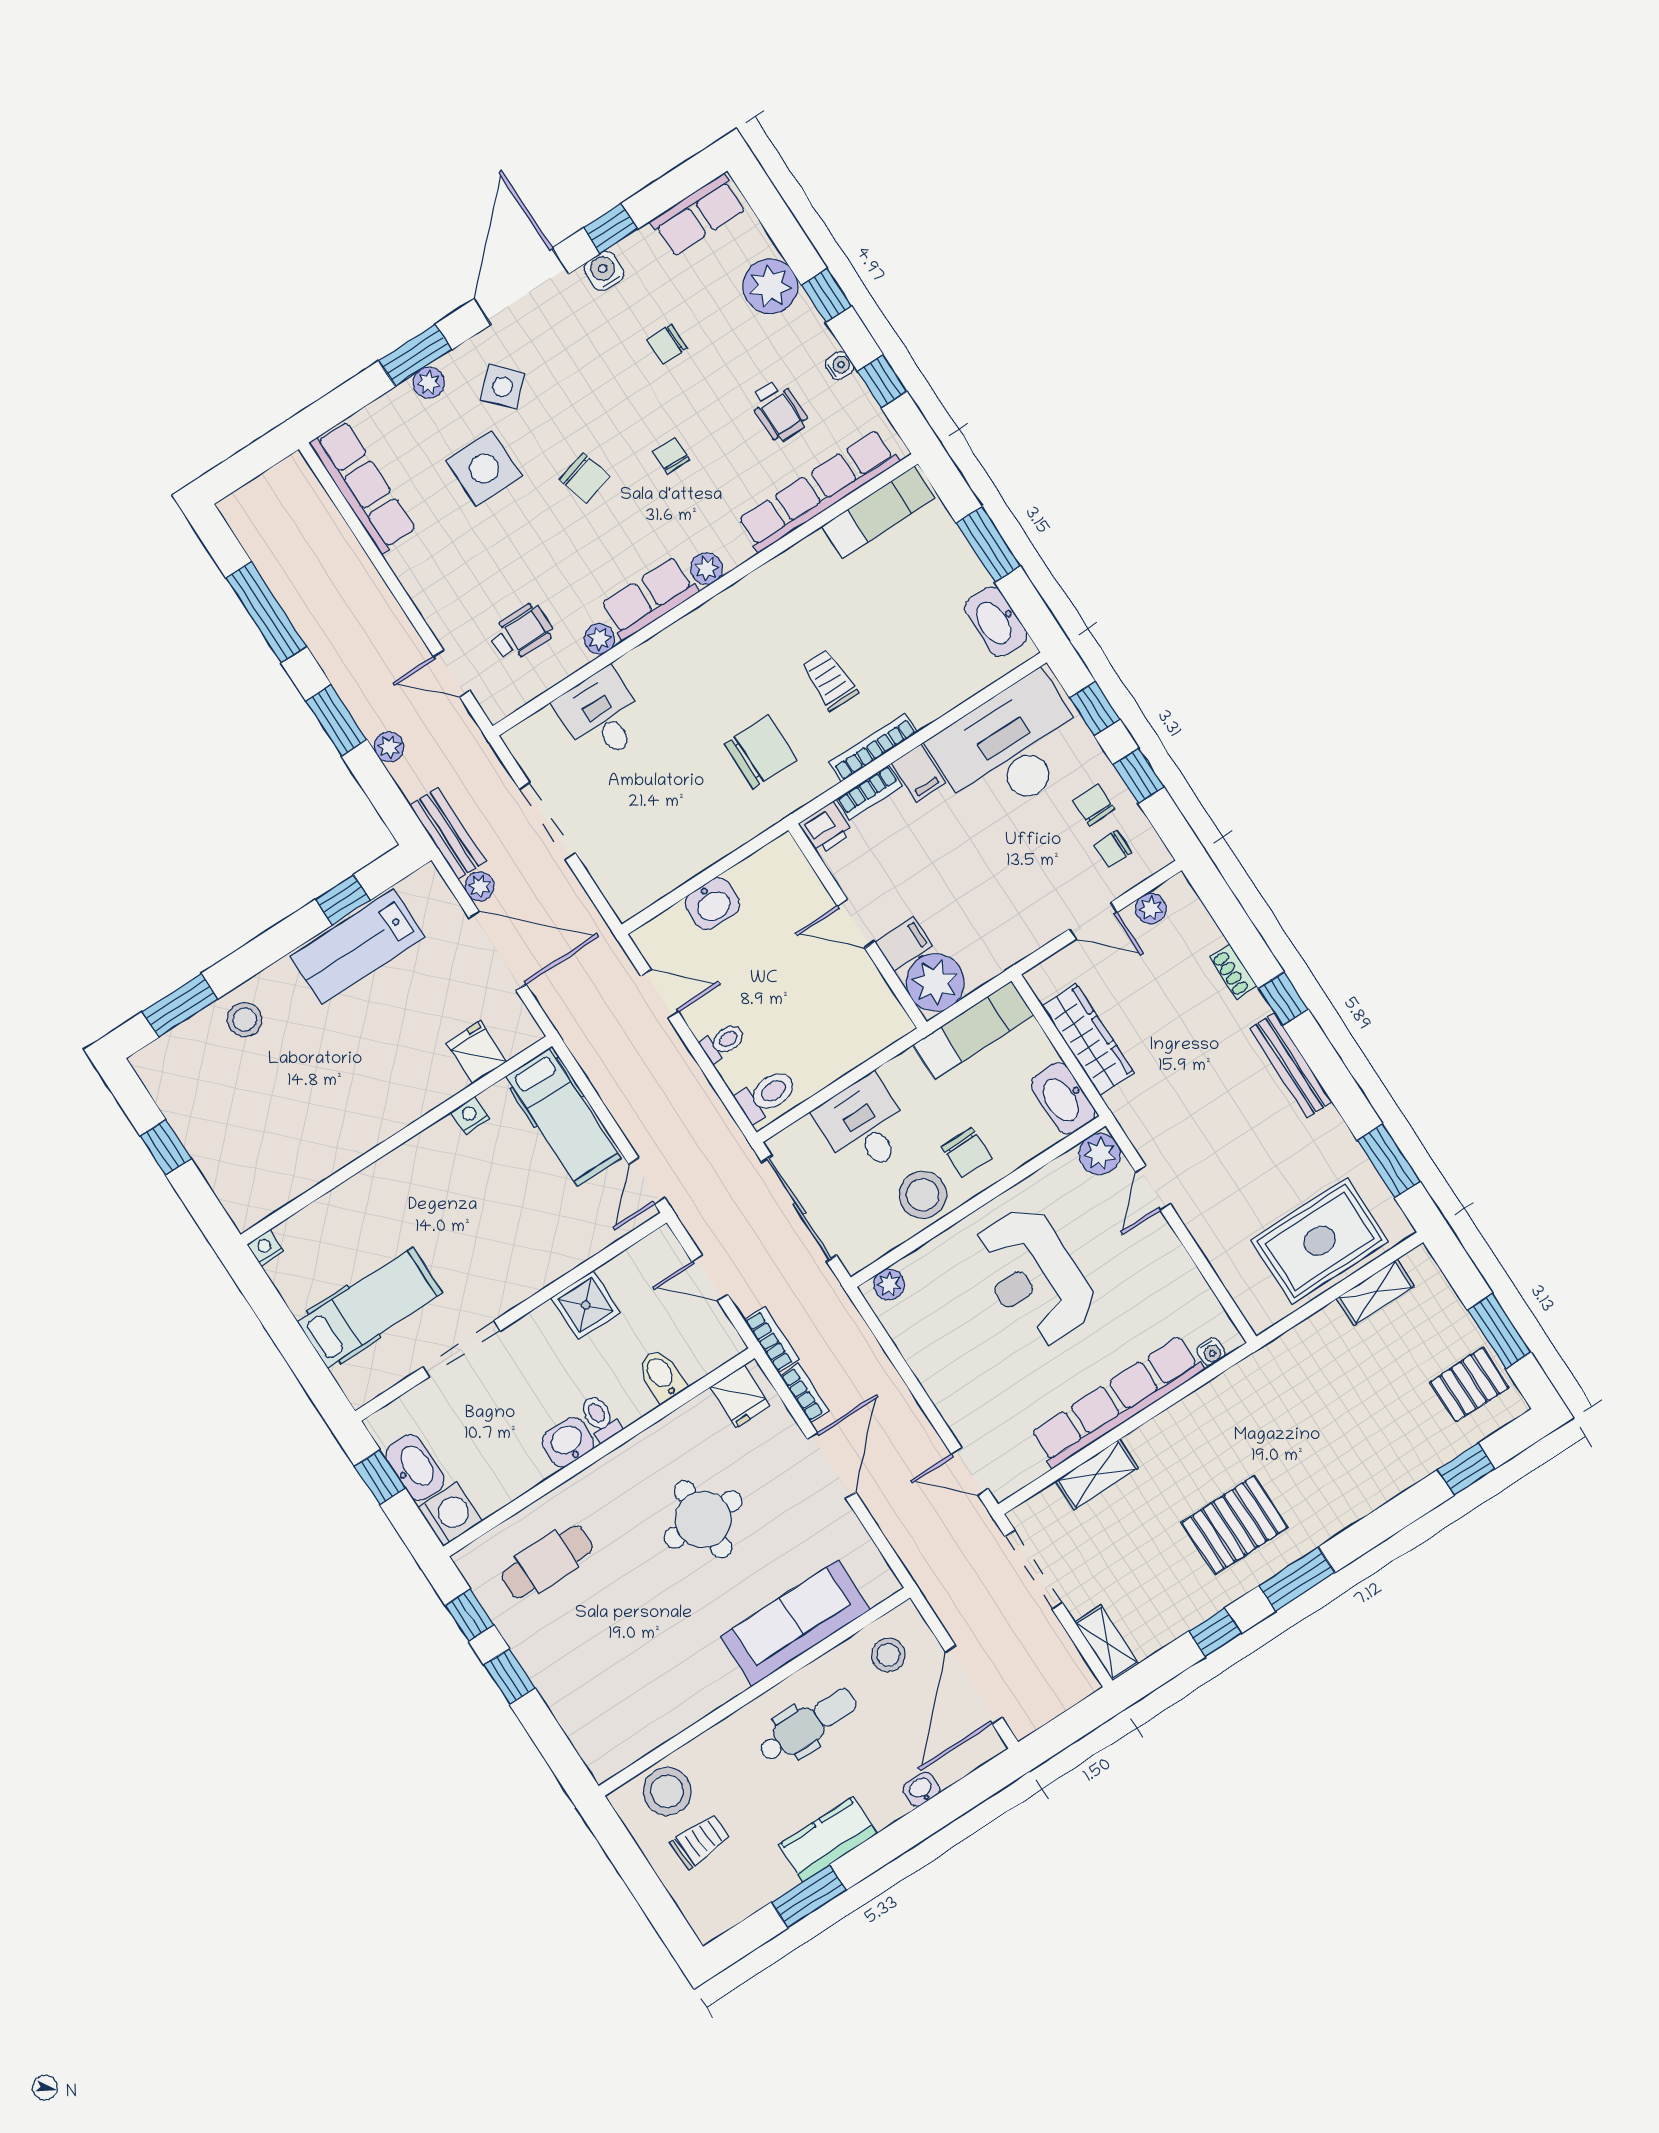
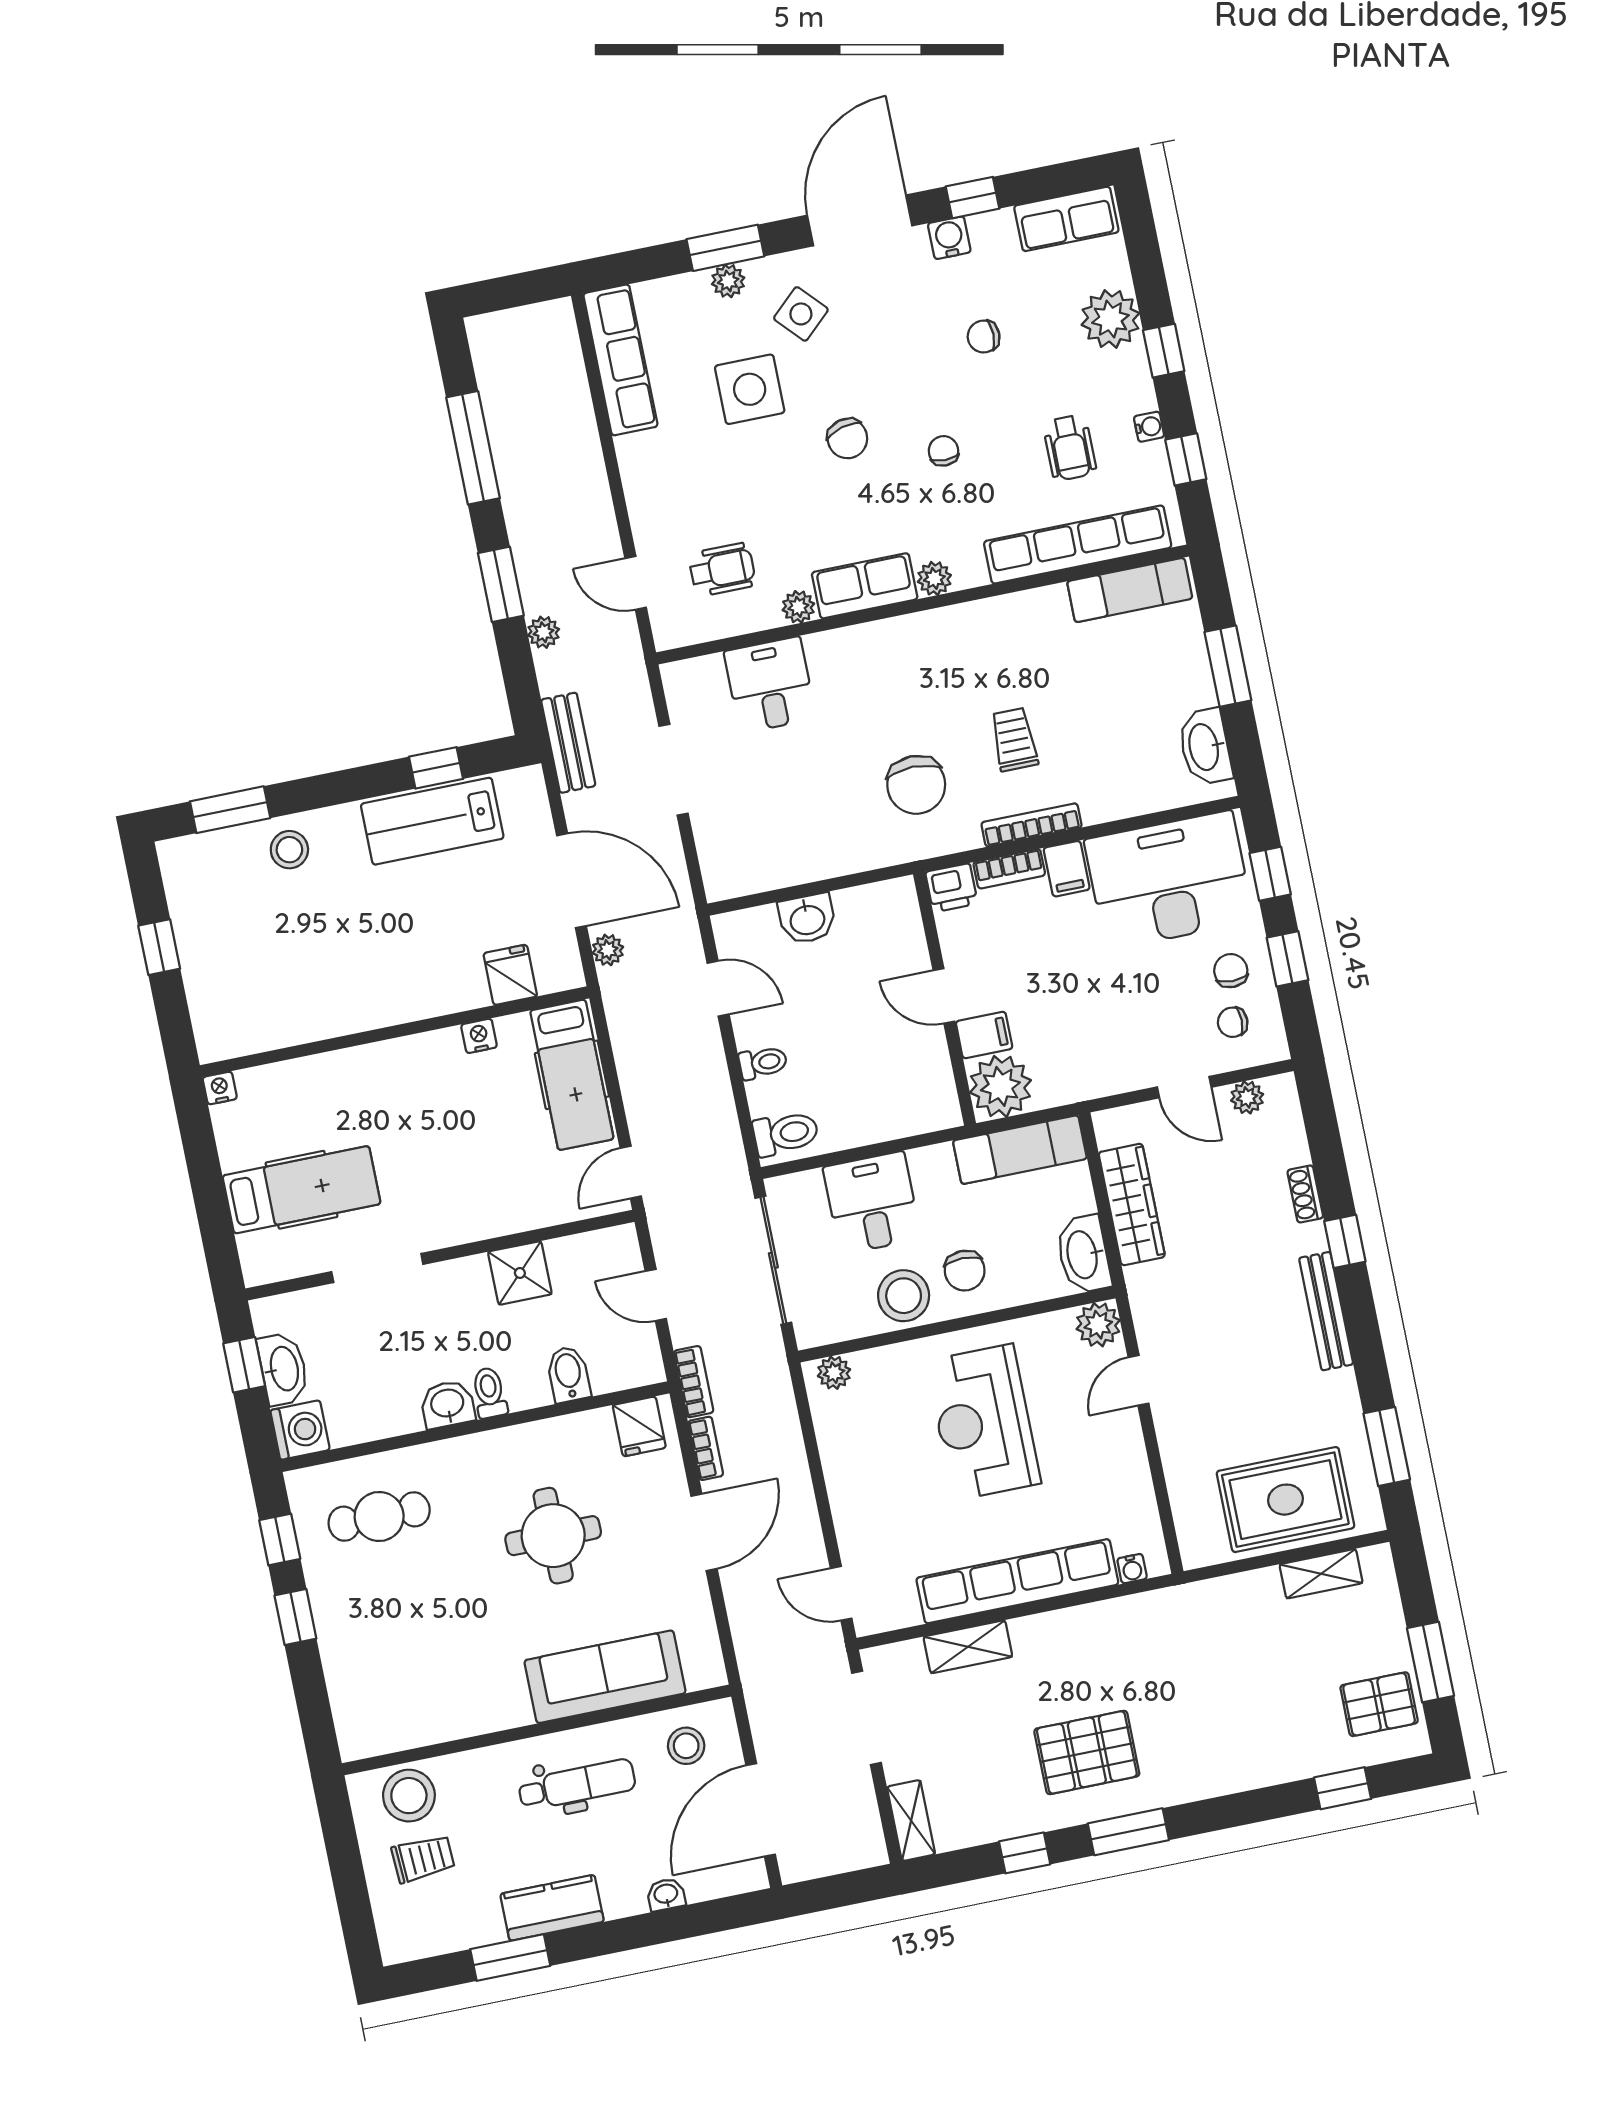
chair: (761, 752) -> (916, 785), turned 90
plant: (479, 886) -> (608, 950), moved

